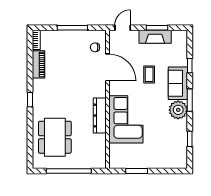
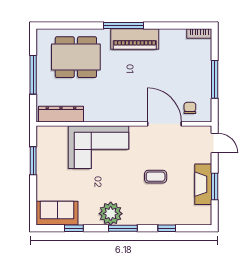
piano: (39, 64) -> (135, 39), moved, width x1.37, depth x1.33
door: (107, 67) -> (164, 124), swing flipped
sofa: (178, 83) -> (57, 213), moved
window: (30, 100) -> (123, 26), width x2.17
dresser: (100, 116) -> (61, 114), moved
window: (69, 171) -> (33, 75), width x0.68

